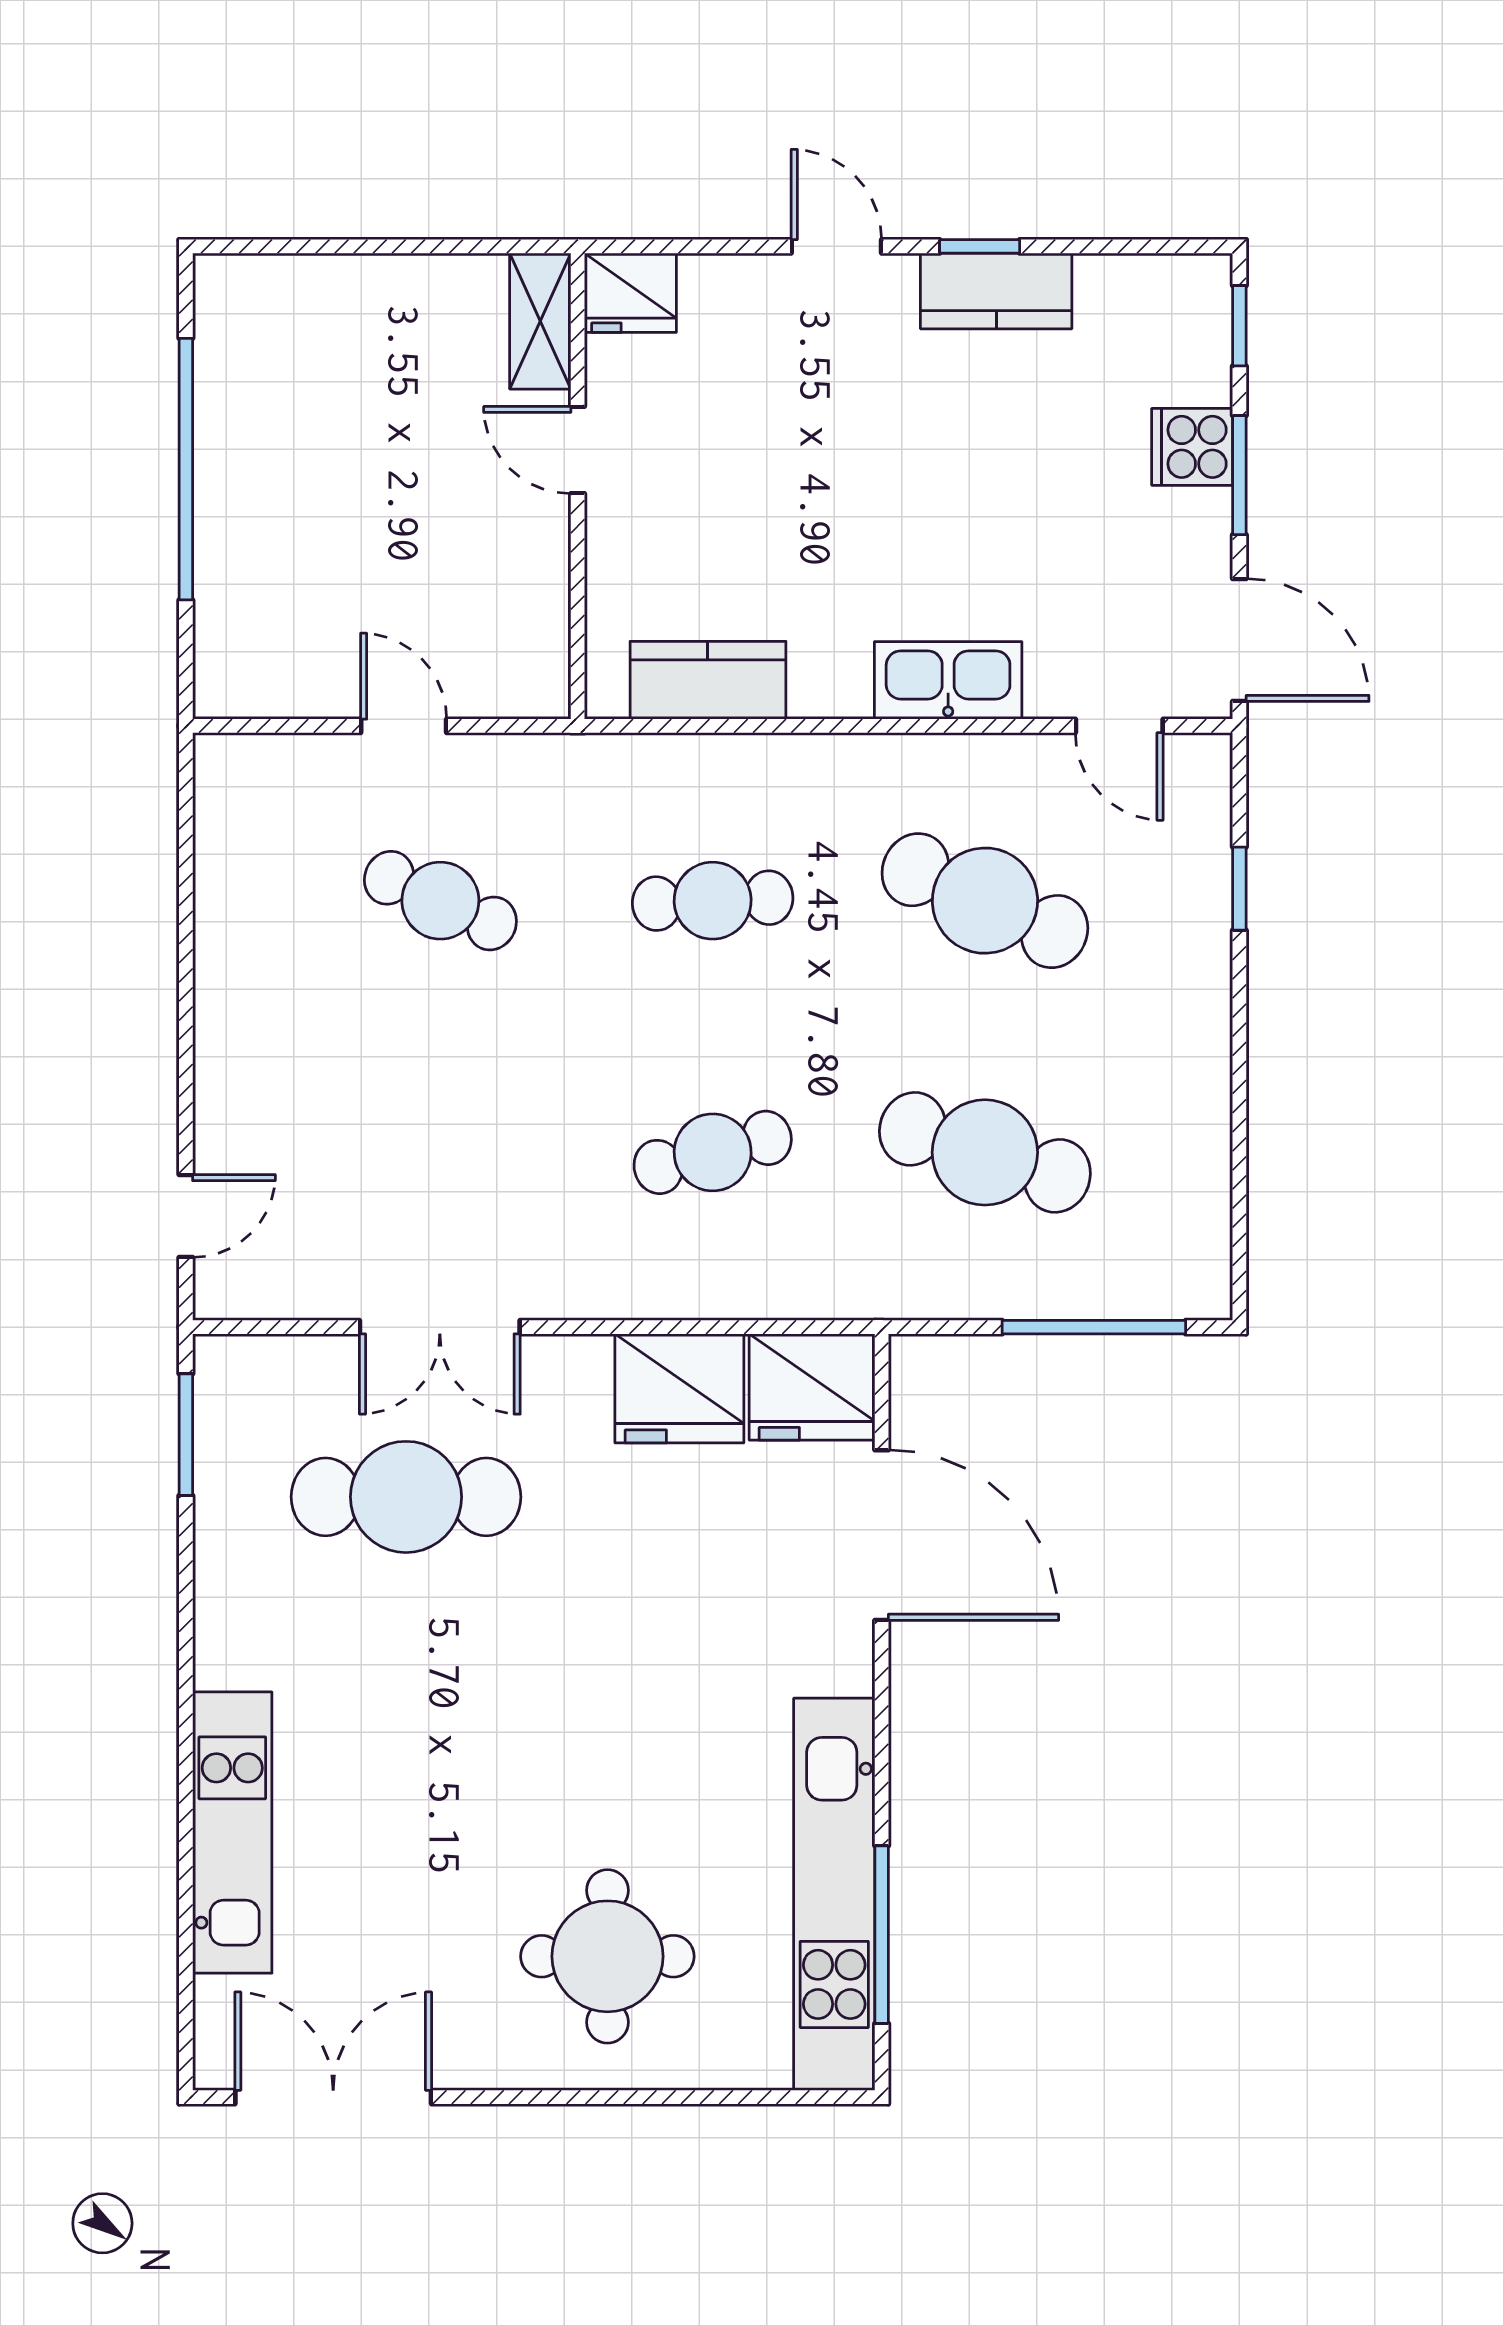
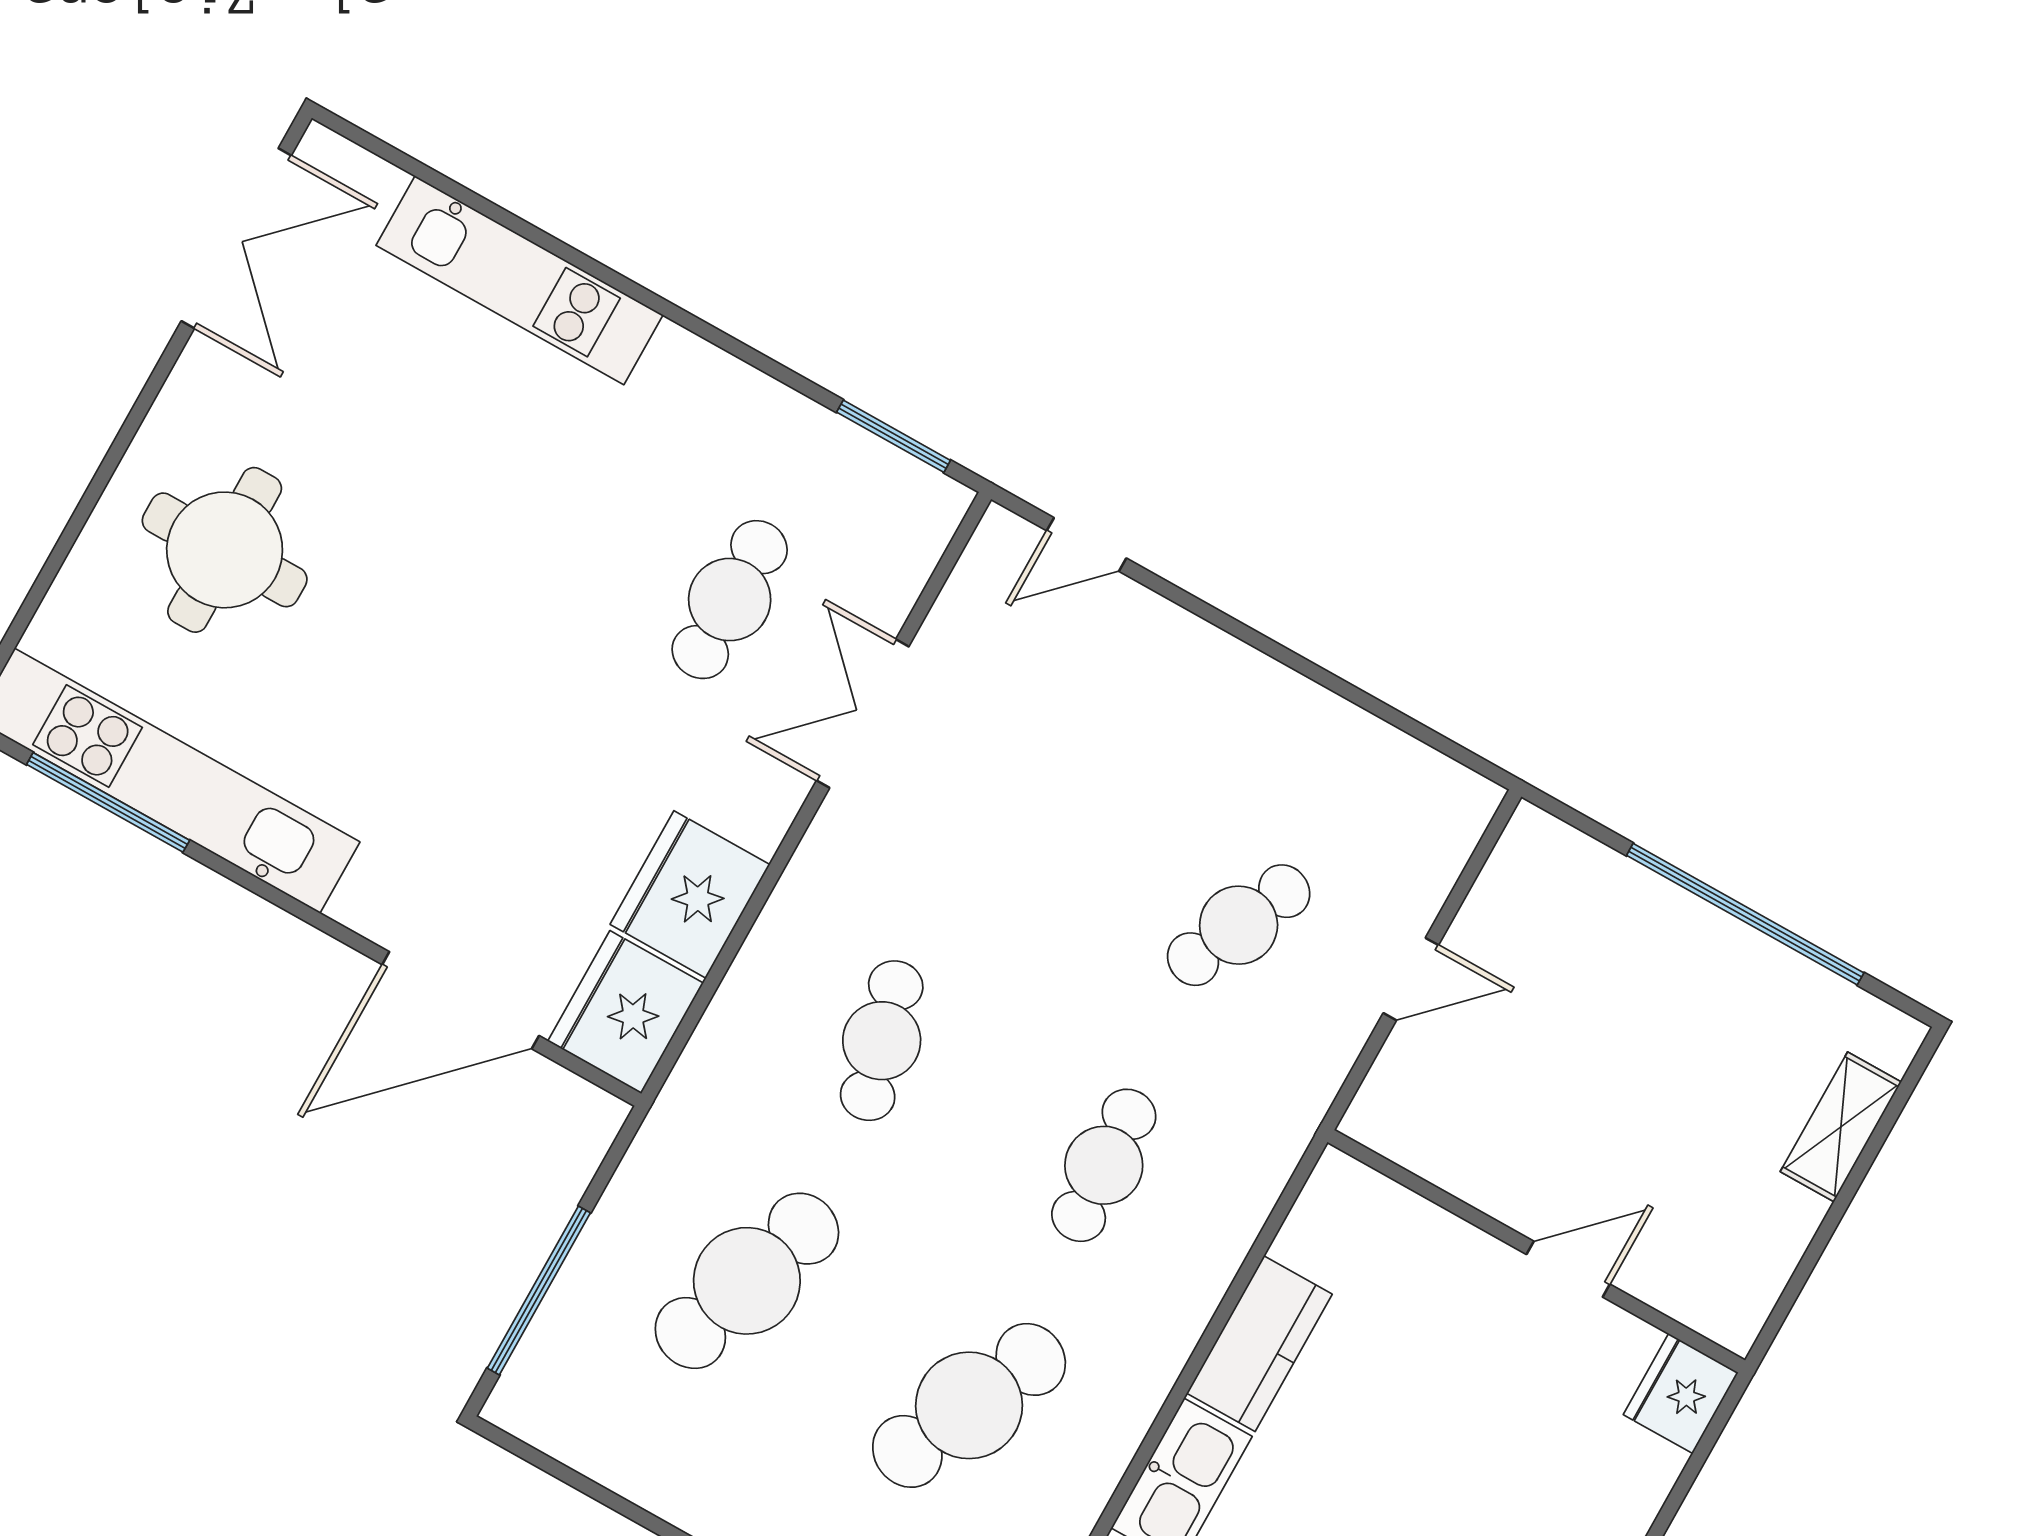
shelving: (540, 321) -> (1841, 1127), moved, turned 90
kitchen counter: (708, 680) -> (1259, 1344), moved
door: (186, 1216) -> (1086, 544), hinge flipped
cafe table: (406, 1497) -> (730, 600), width x0.73, depth x0.74

